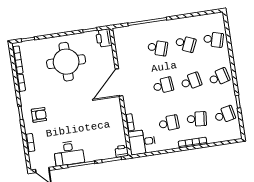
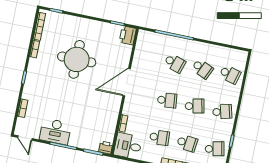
round table: (66, 62) -> (77, 59), moved
armchair: (39, 115) -> (41, 85), removed

